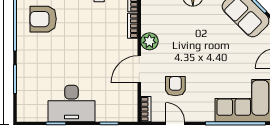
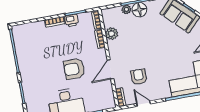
armchair: (43, 19) -> (74, 69), moved
plant: (149, 41) -> (111, 34), moved

